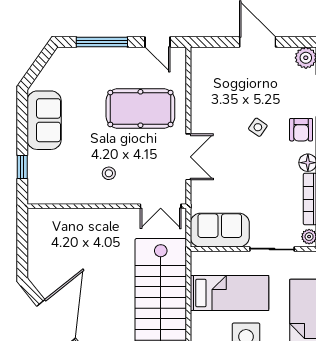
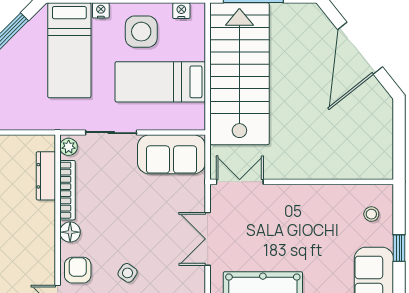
window: (22, 167) -> (399, 248), moved
stool: (109, 173) -> (371, 214), moved

